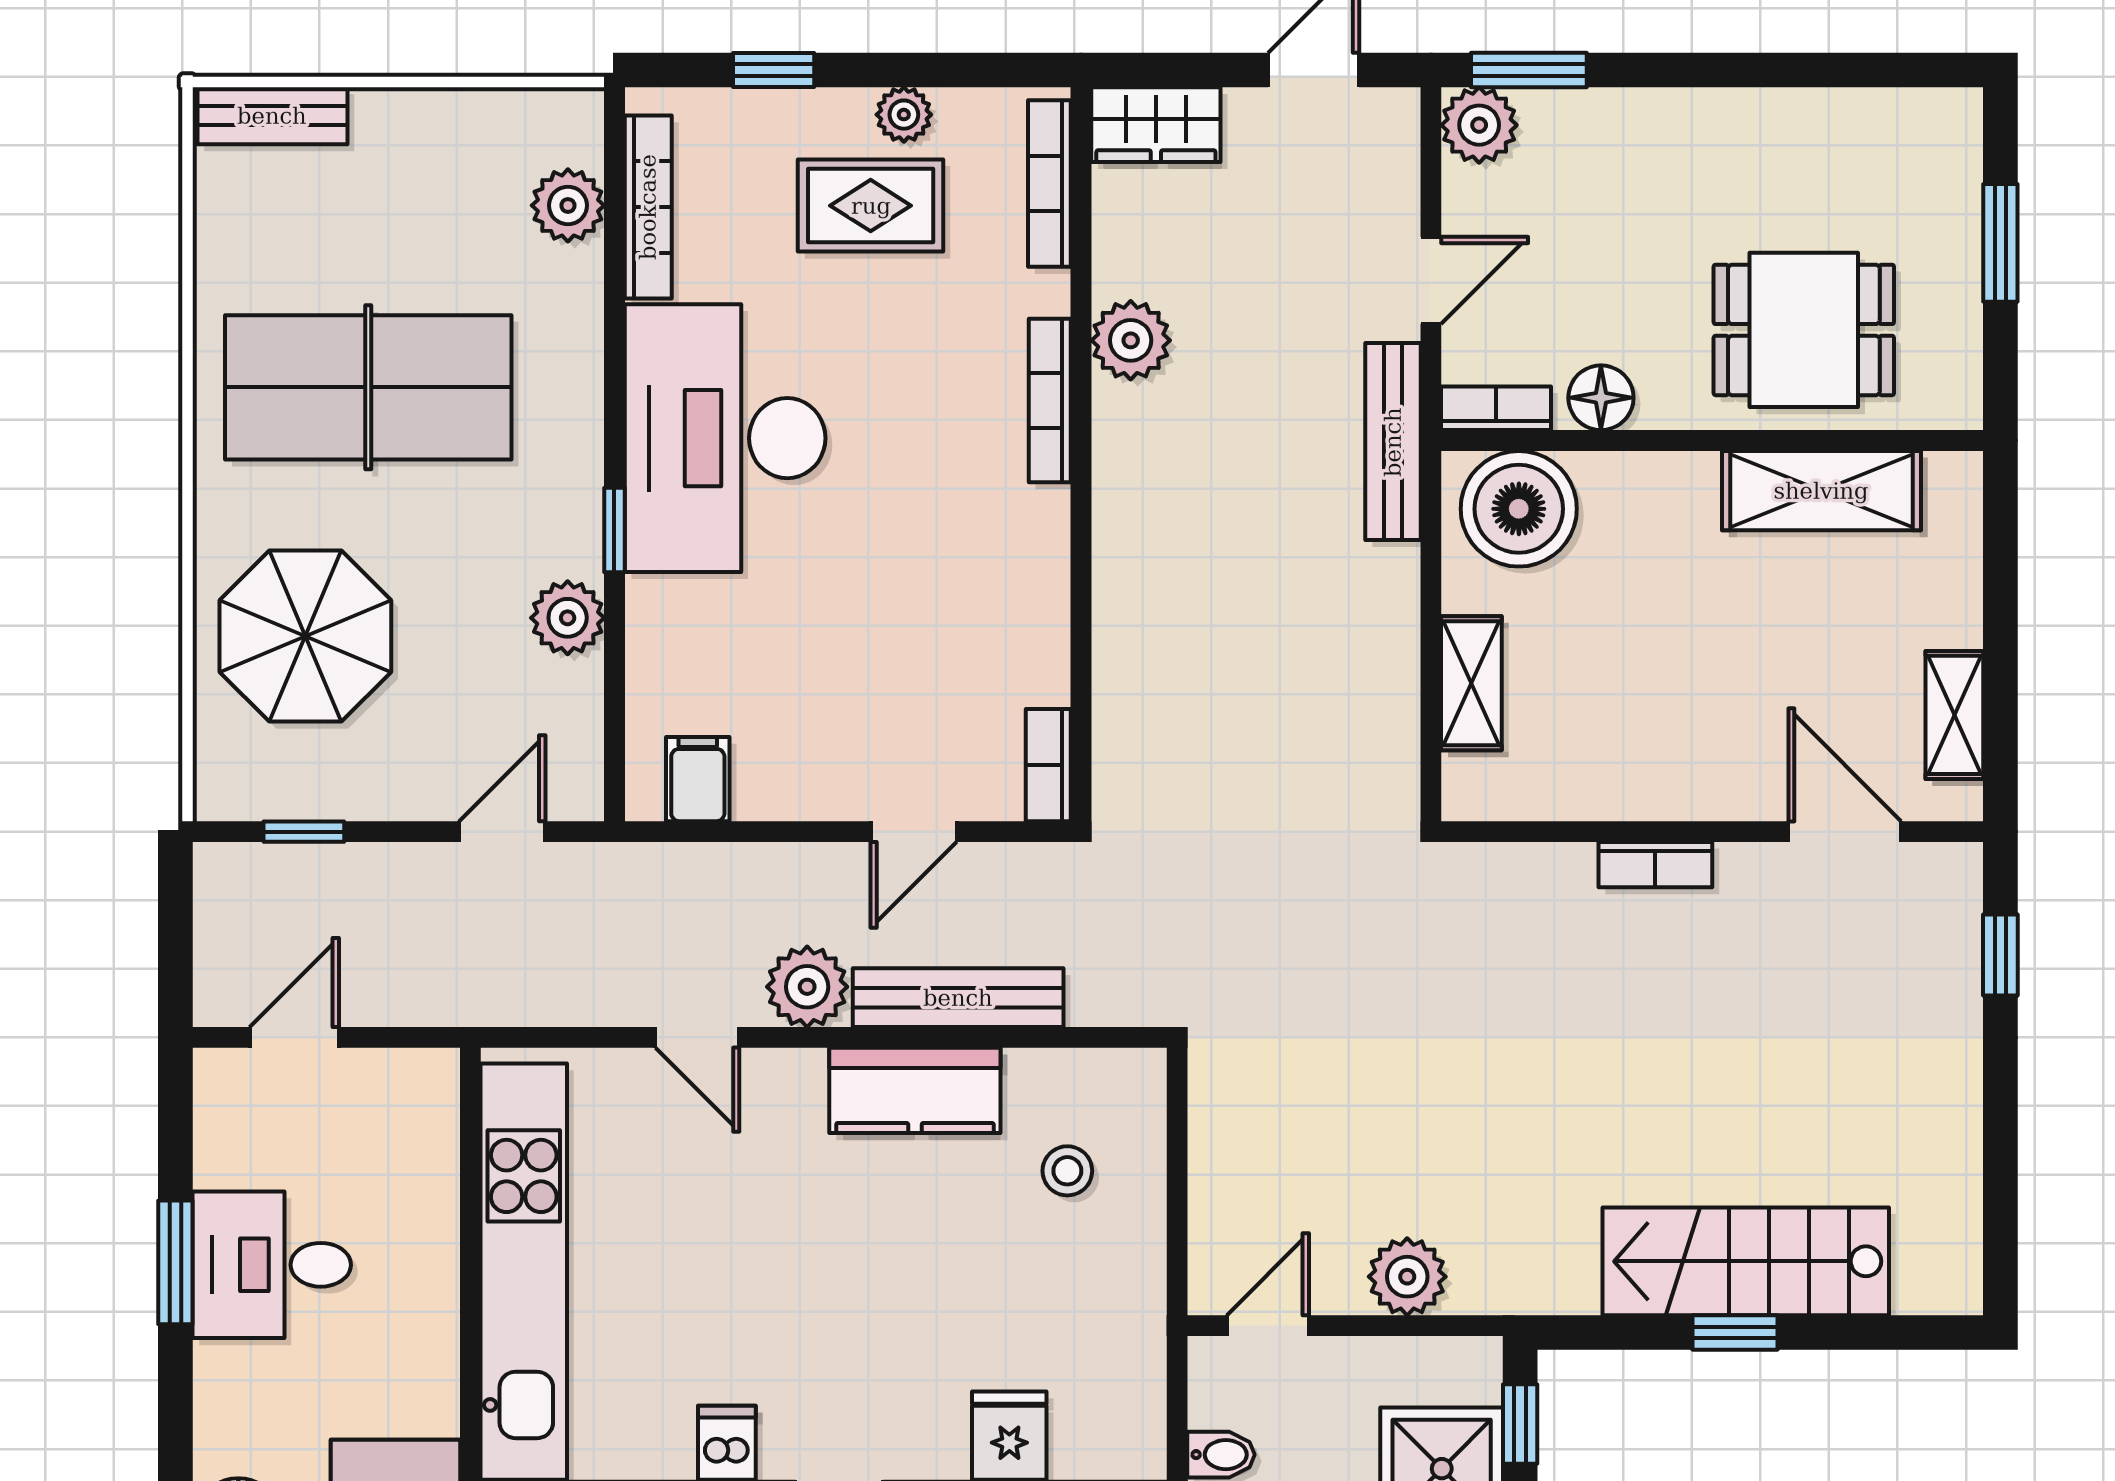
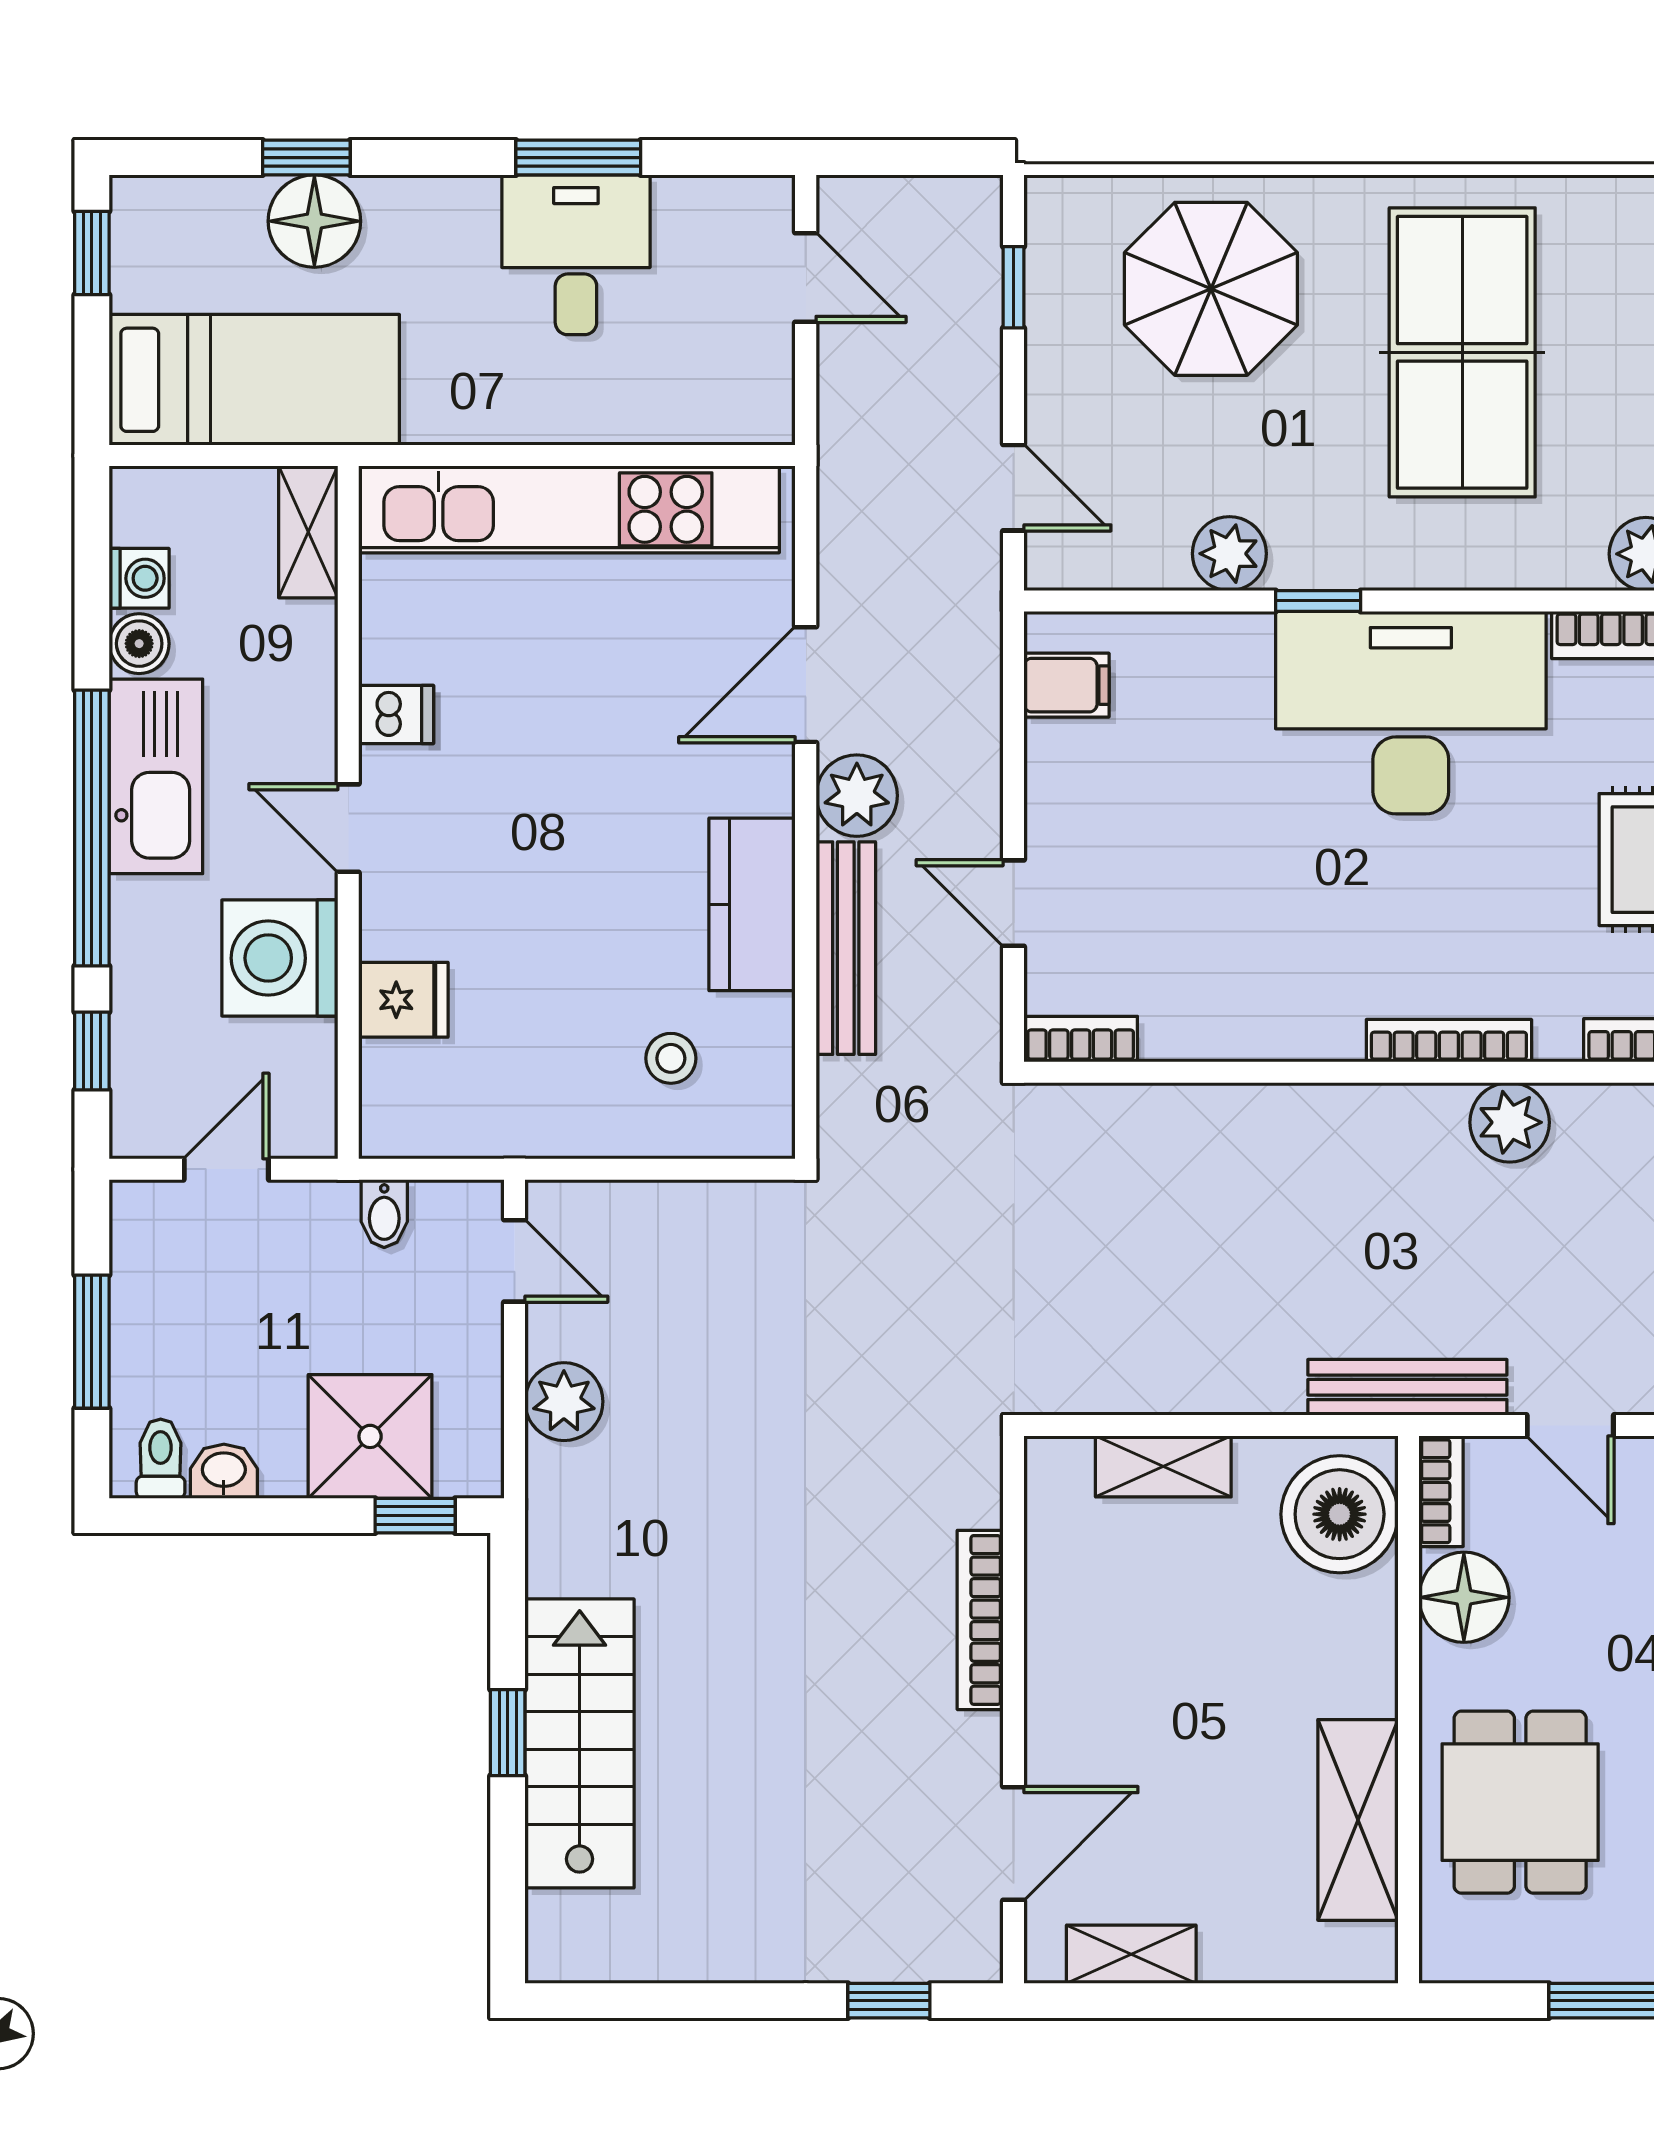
floor lamp: (1601, 398) -> (1464, 1597), width x1.38, depth x1.38
bookcase: (1655, 865) -> (980, 1620), width x1.56
door: (697, 1037) -> (806, 685), width x1.38

